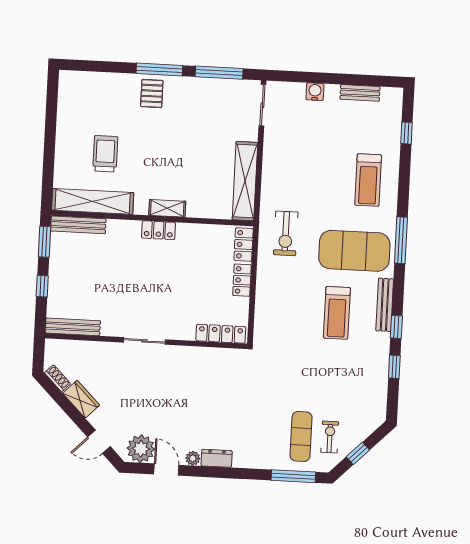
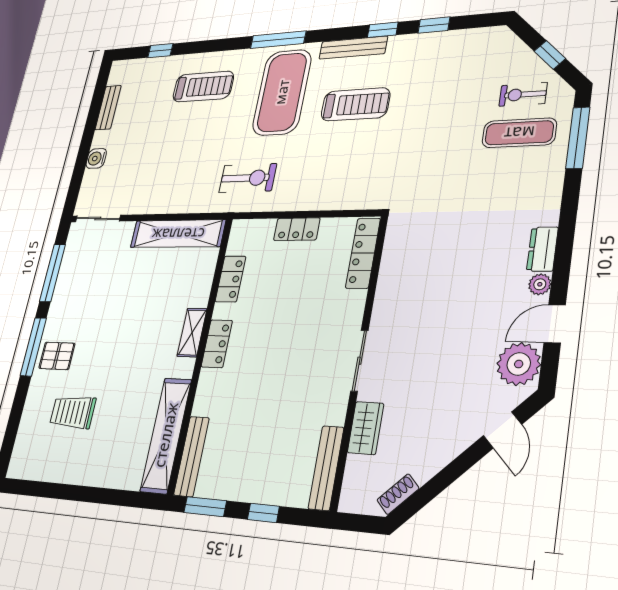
trolley: (105, 154) -> (73, 412), moved
locker: (244, 245) -> (230, 279), moved, turned -90
wardrobe: (81, 399) -> (366, 428), moved, turned 135

